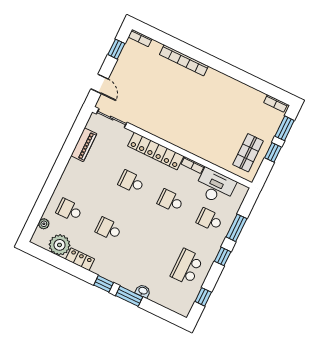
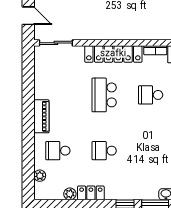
piano: (84, 145) -> (41, 116), moved
school desk: (131, 182) -> (104, 95), width x1.85
plant: (60, 245) -> (70, 194), width x0.53, depth x0.53

